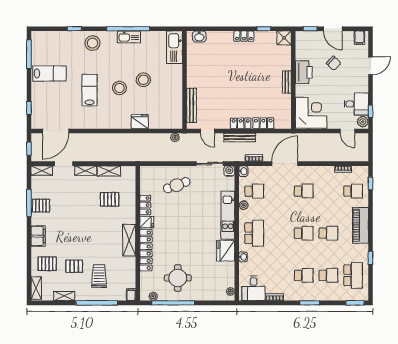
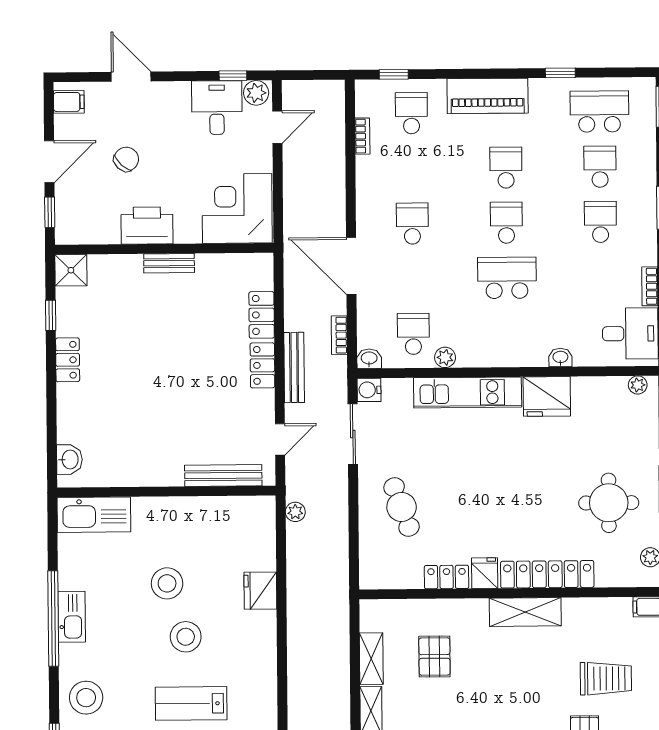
school desk: (254, 233) -> (507, 278), moved
trolley: (99, 276) -> (606, 678), turned 180

